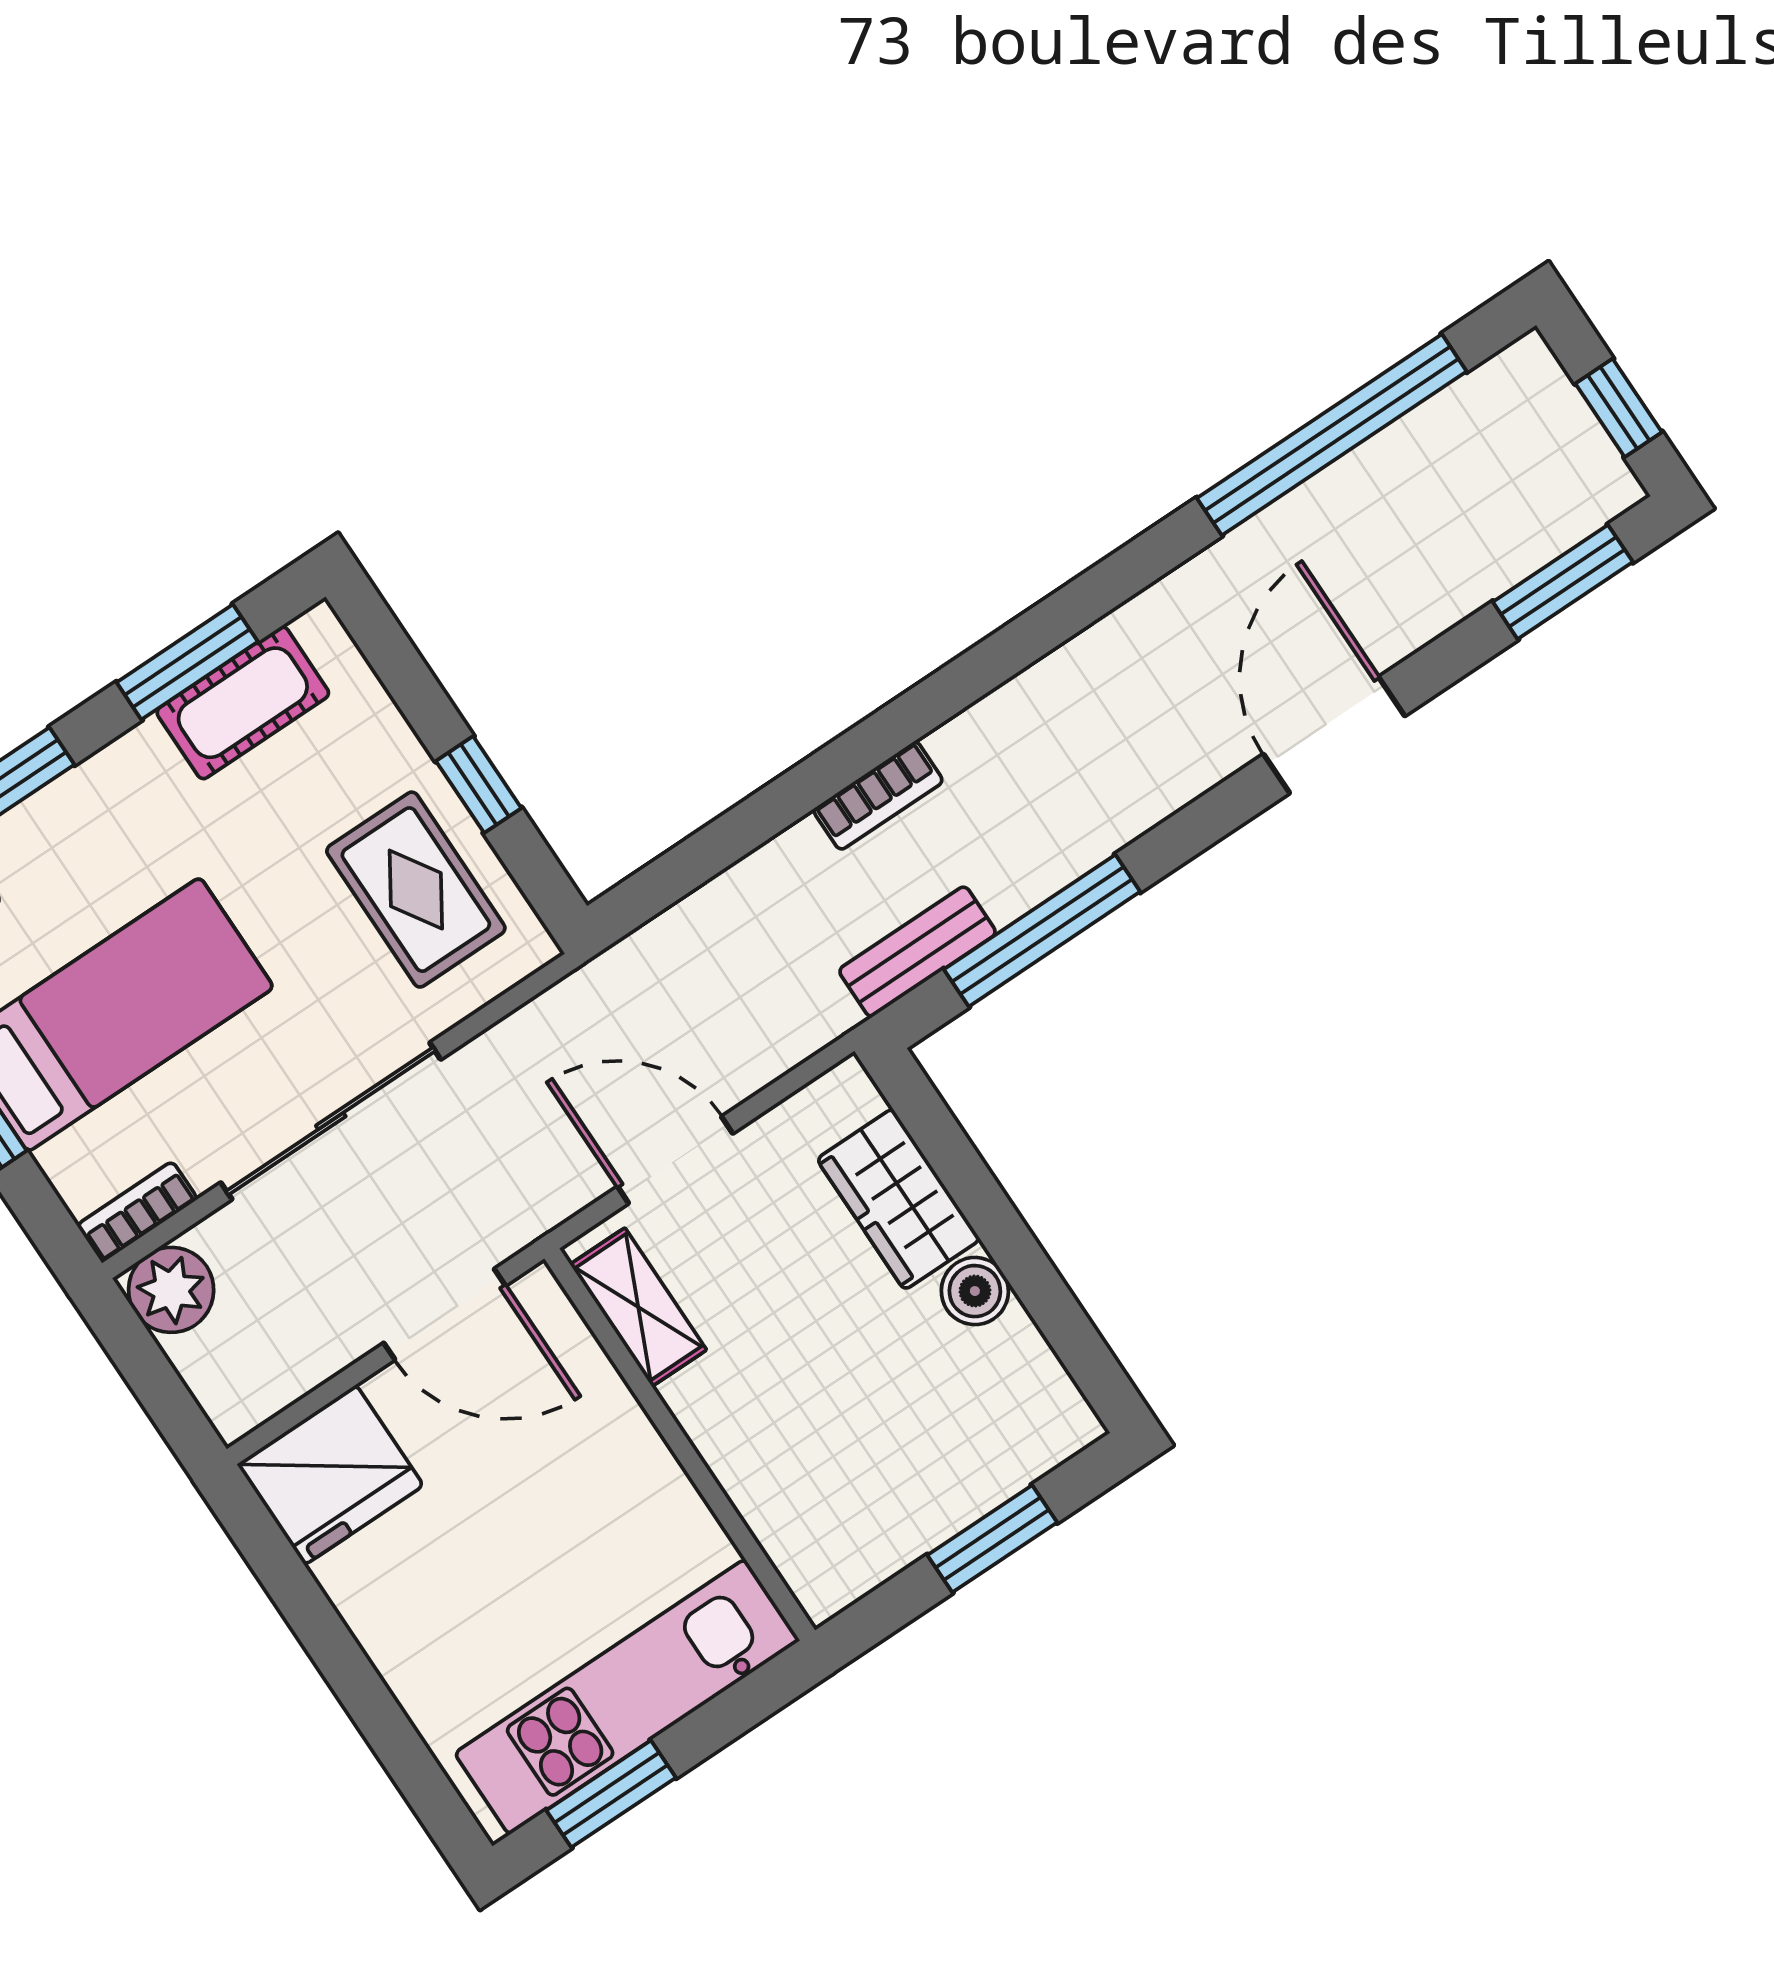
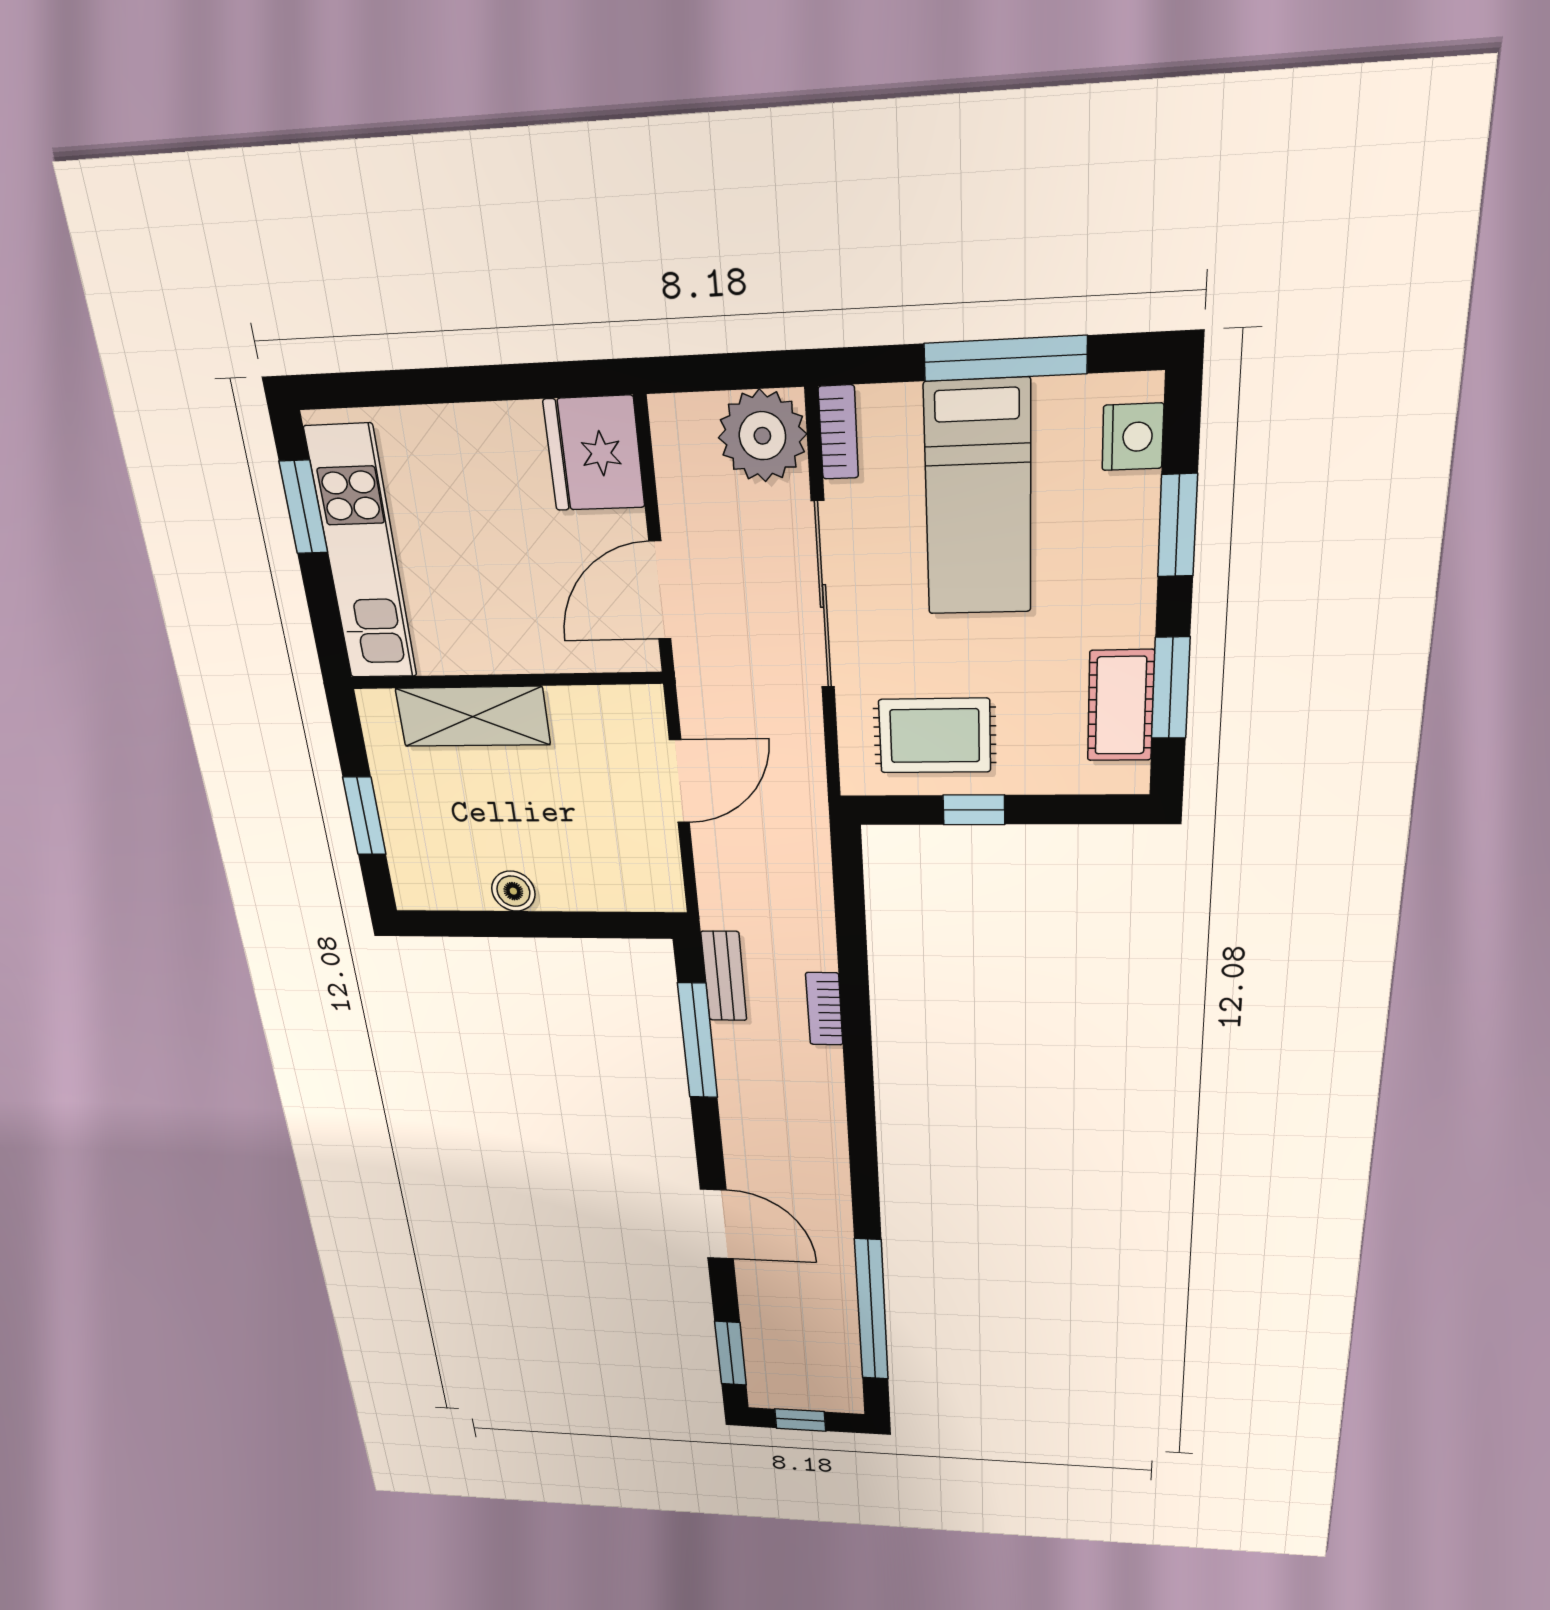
wardrobe: (899, 1199) -> (588, 884), removed
plant: (171, 1290) -> (762, 436), width x1.36, depth x1.36
shelving: (638, 1307) -> (473, 717), moved, width x1.50, depth x1.33

